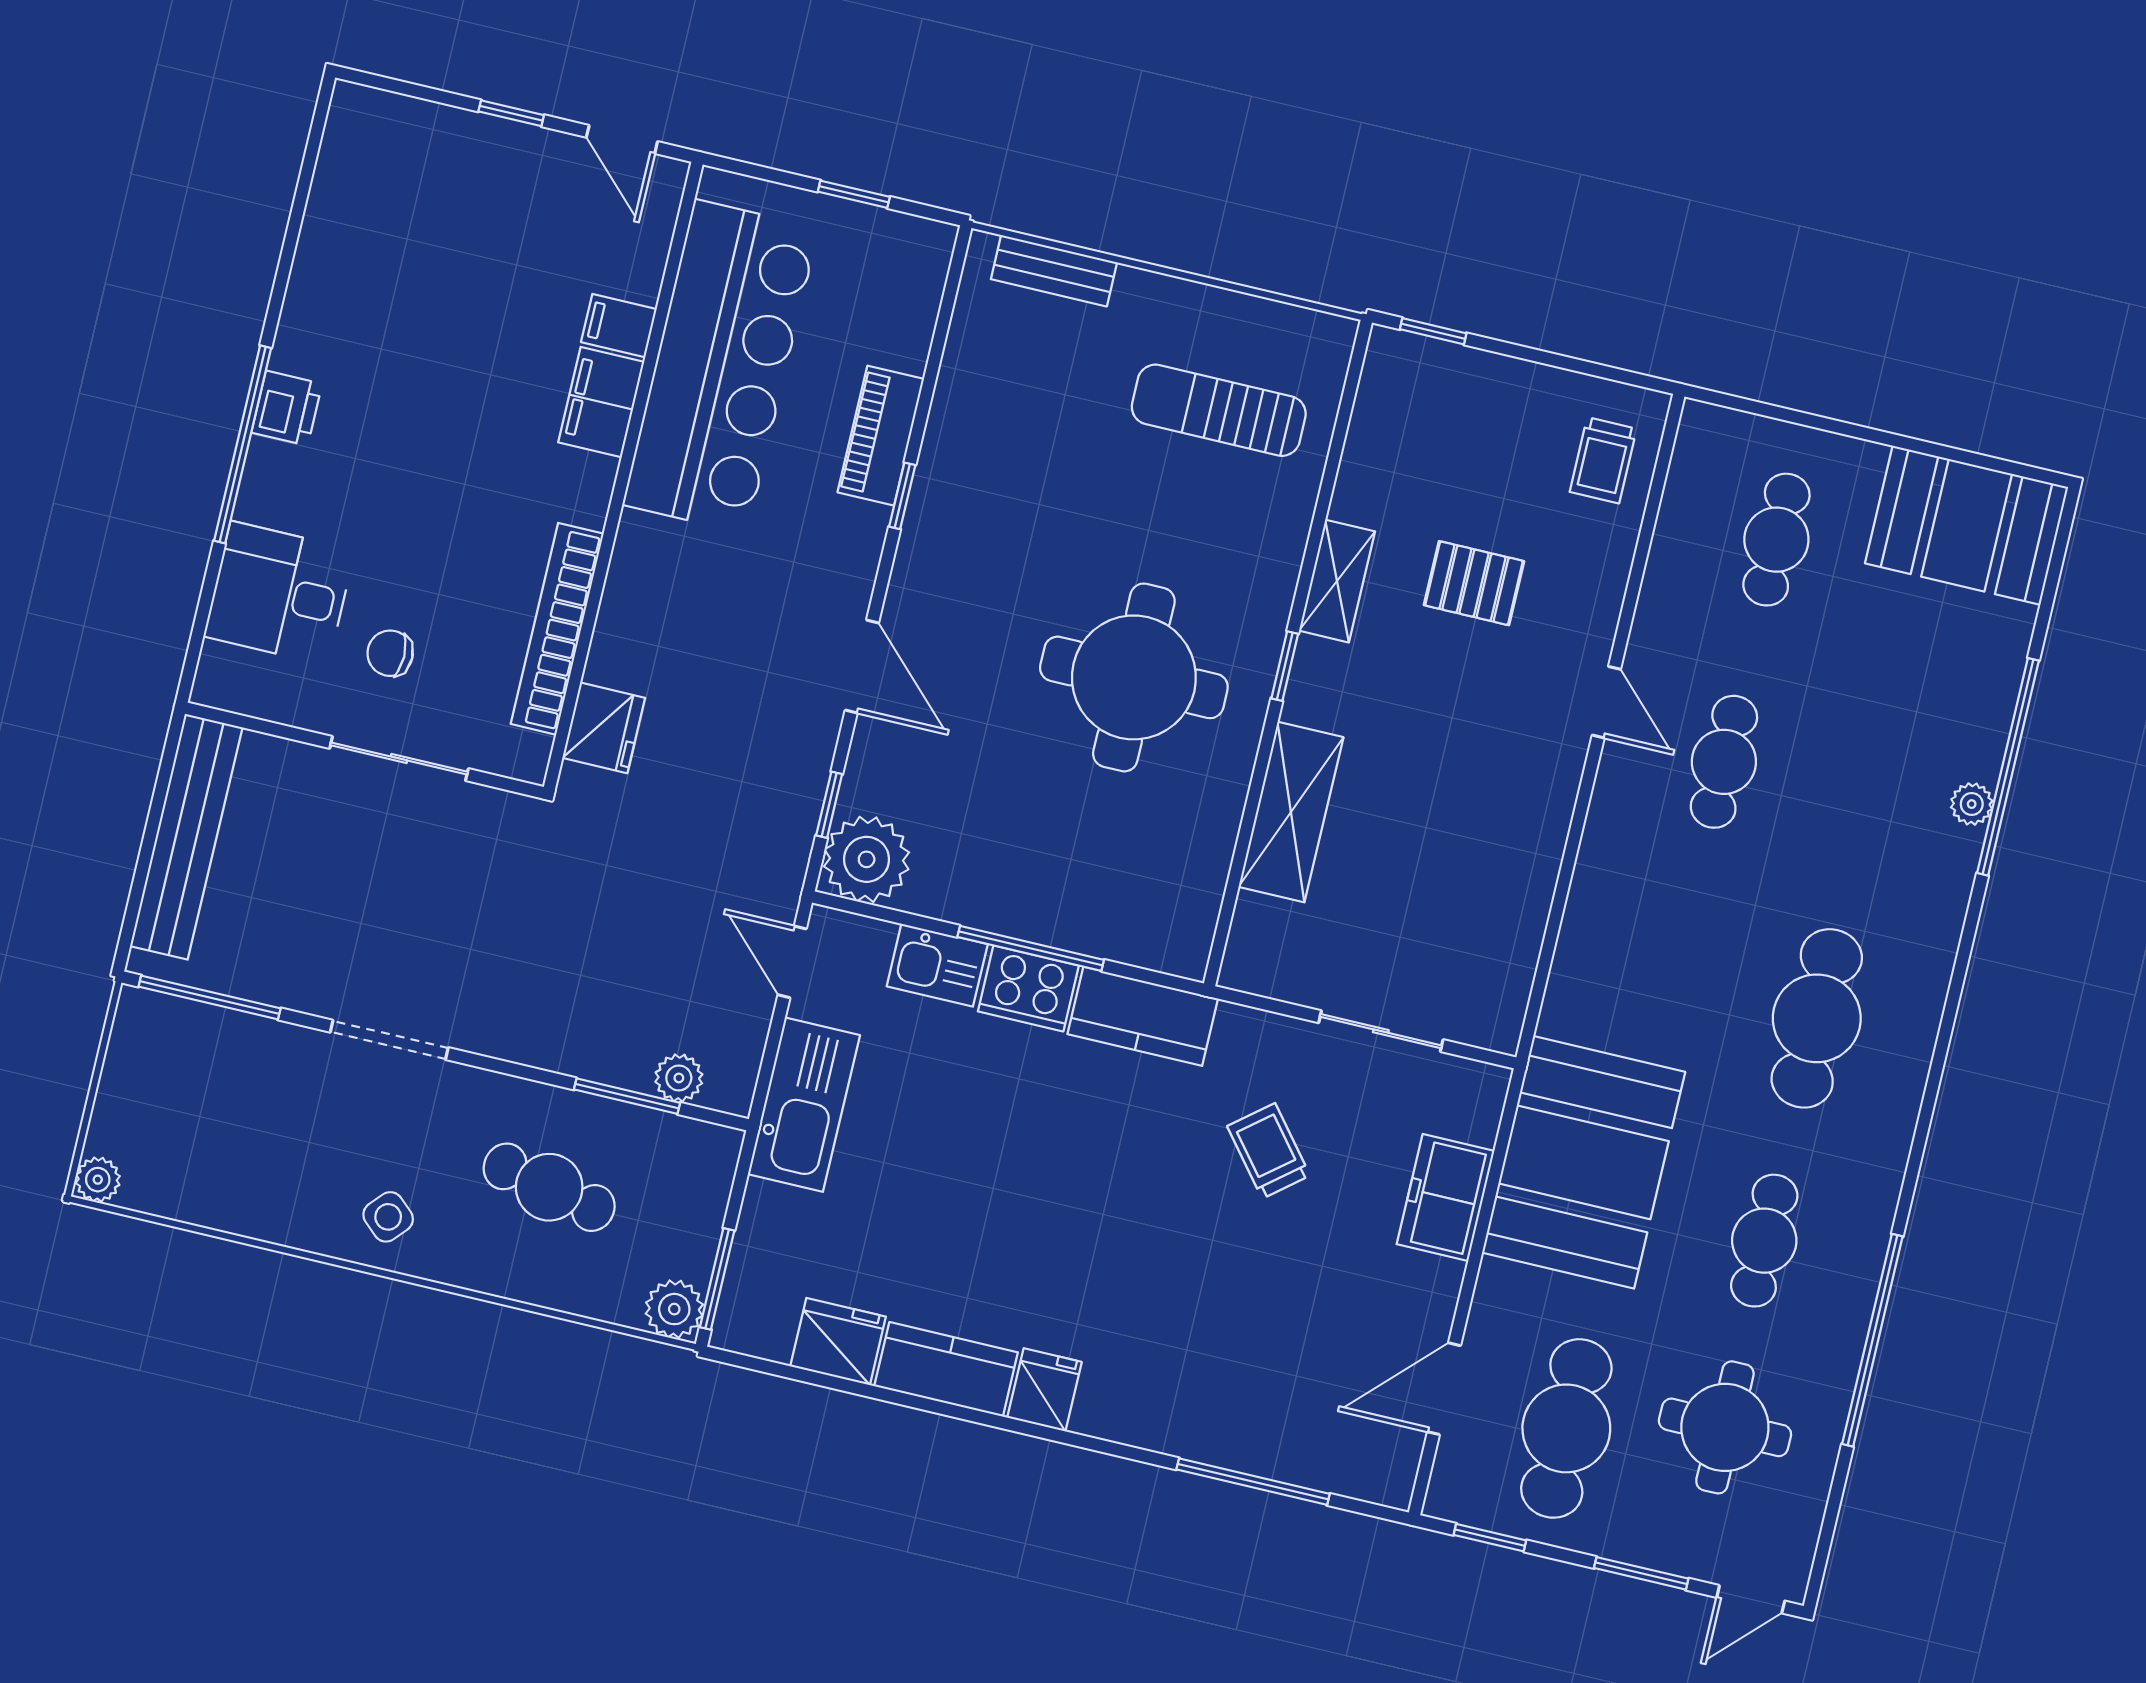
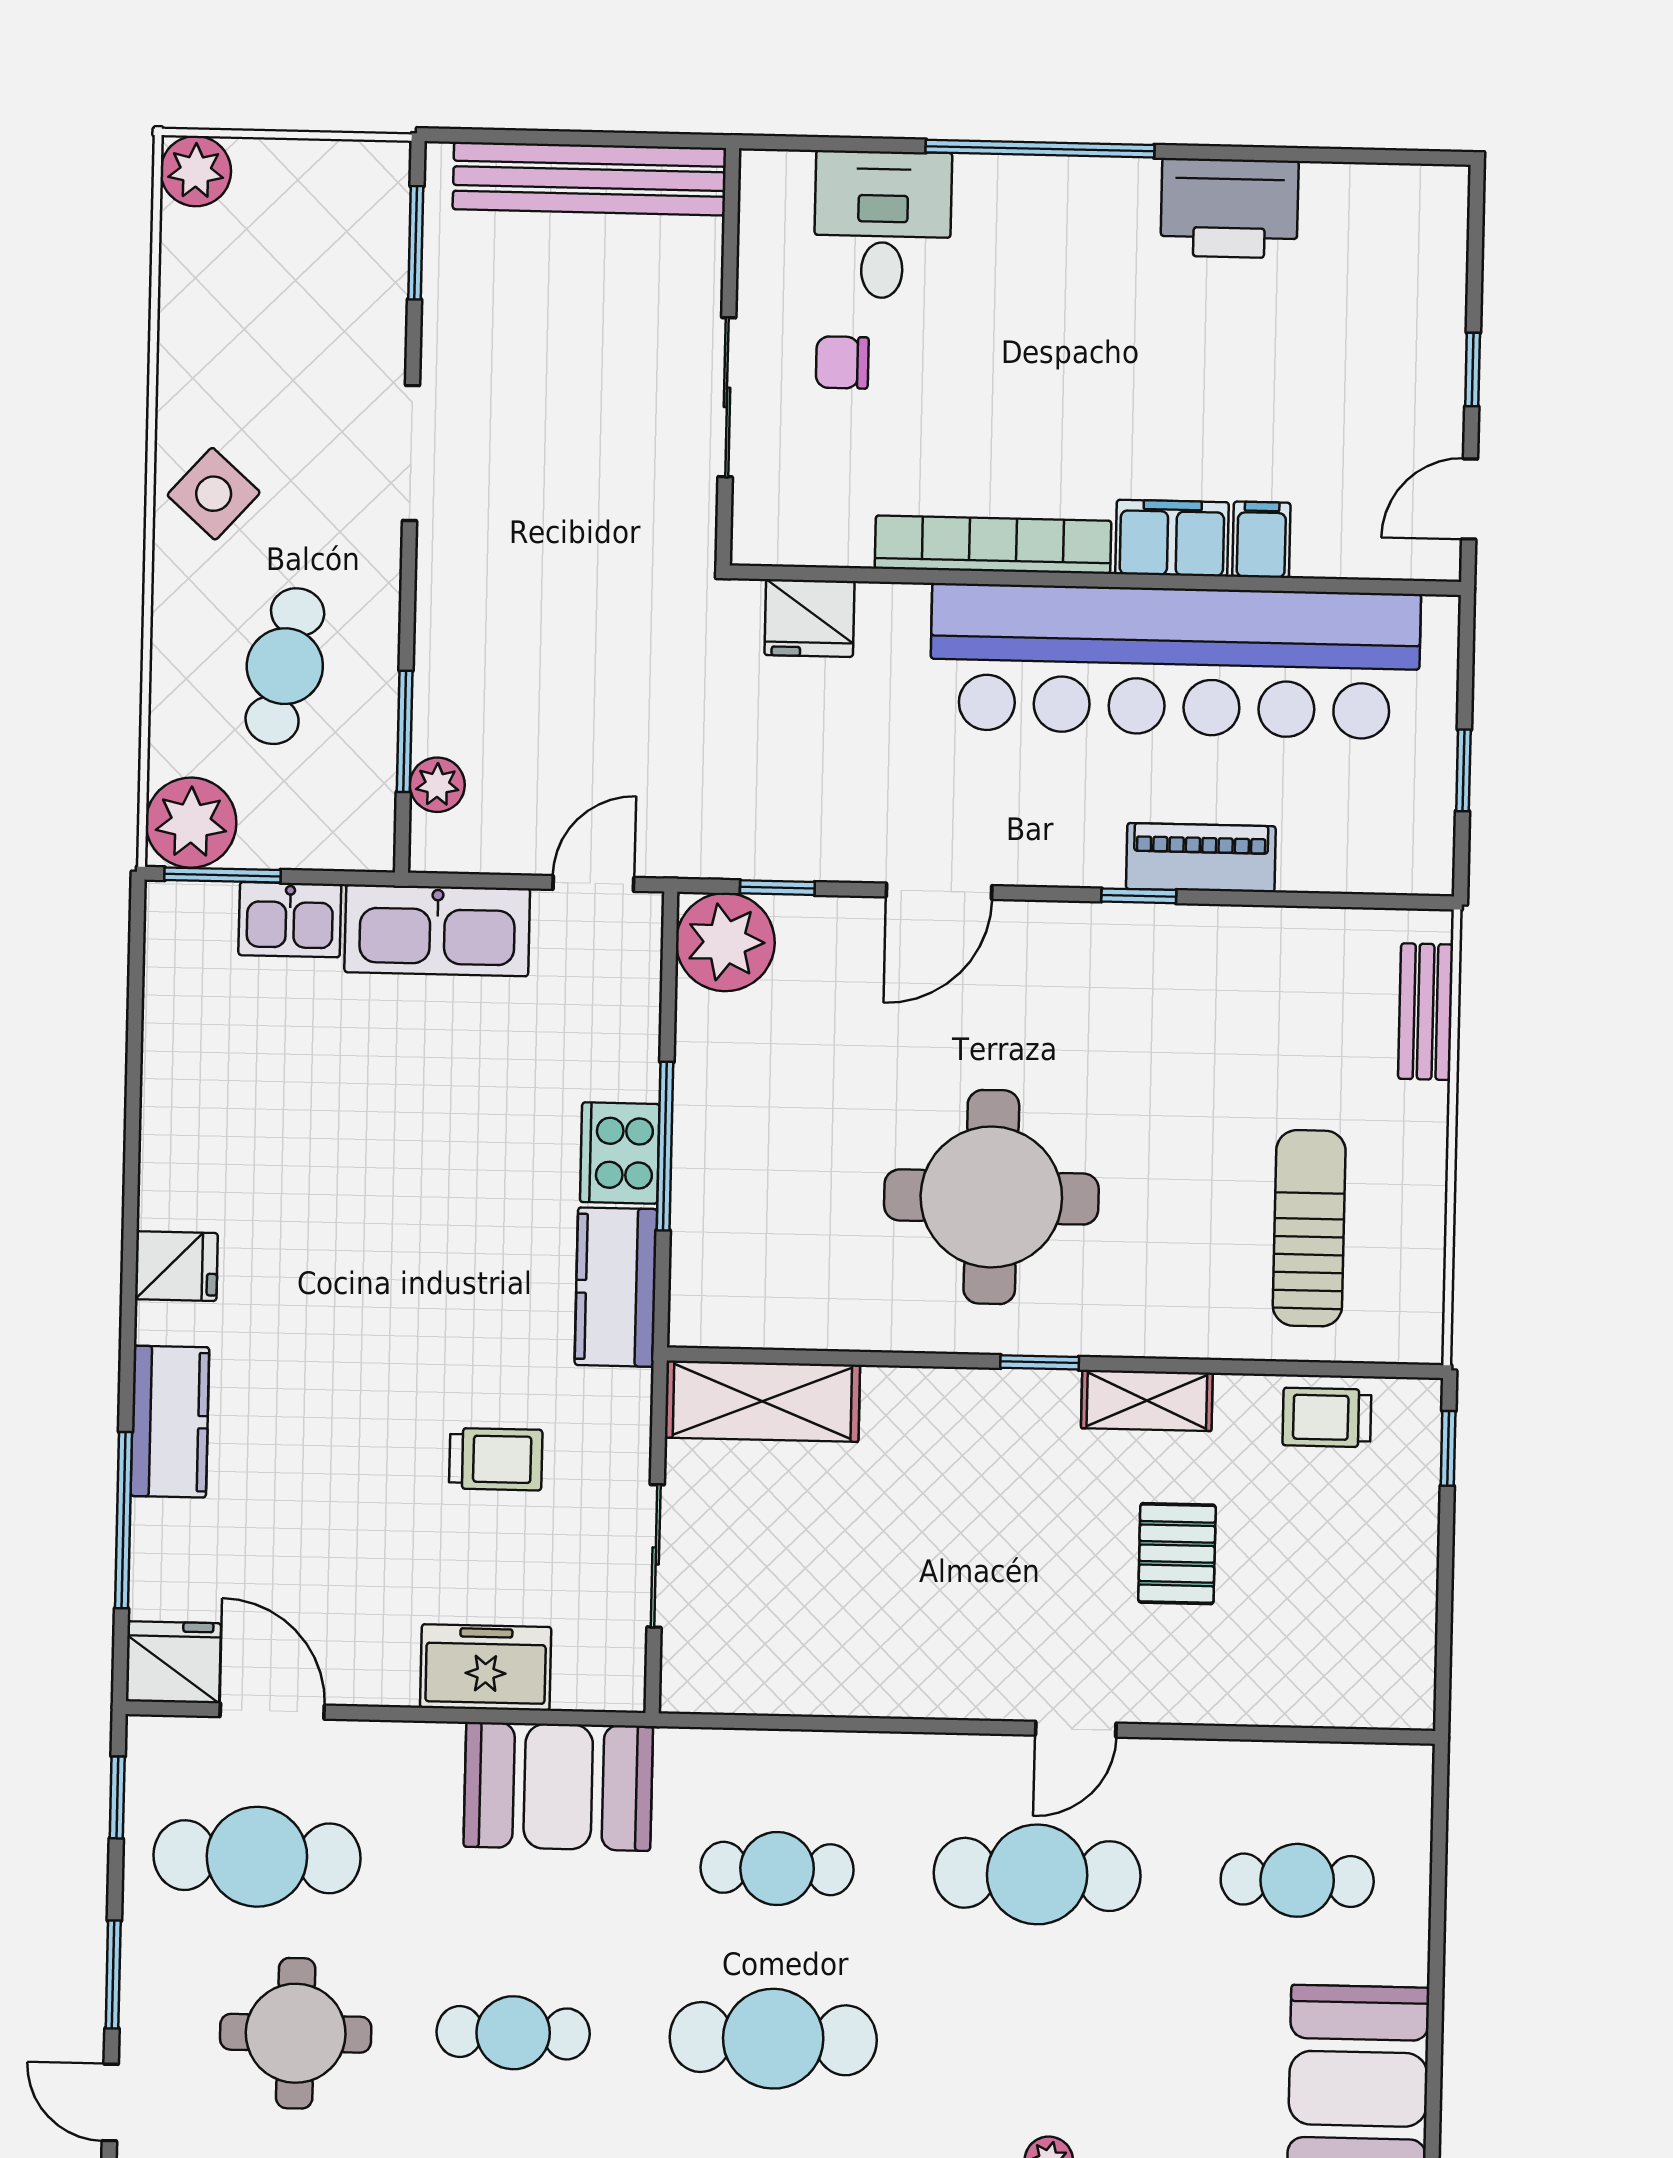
bar counter: (721, 366) -> (1175, 661), width x1.36
printer: (287, 408) -> (1230, 208), moved, width x1.87, depth x1.48
trolley: (1603, 460) -> (1327, 1417), moved
bookcase: (557, 629) -> (993, 545), moved
chair: (390, 653) -> (842, 362), turned -90
cafe table: (1724, 762) -> (1037, 1874), width x1.37, depth x1.35
shelving: (1291, 812) -> (762, 1401), moved
kitchen sink: (937, 965) -> (290, 920), moved, turned -90
cafe table: (1671, 984) -> (777, 1869), added
window: (210, 998) -> (416, 243), width x0.69
trolley: (1269, 1151) -> (496, 1459), turned 39
booth: (1584, 1162) -> (558, 1786), width x0.73, depth x0.70
plant: (98, 1180) -> (196, 171), width x1.38, depth x1.38
side table: (388, 1217) -> (214, 494), width x1.37, depth x1.37
plant: (674, 1309) -> (191, 823), width x1.36, depth x1.36
fridge: (838, 1341) -> (173, 1662), moved, turned -90
kitchen counter: (946, 1369) -> (170, 1422), moved

